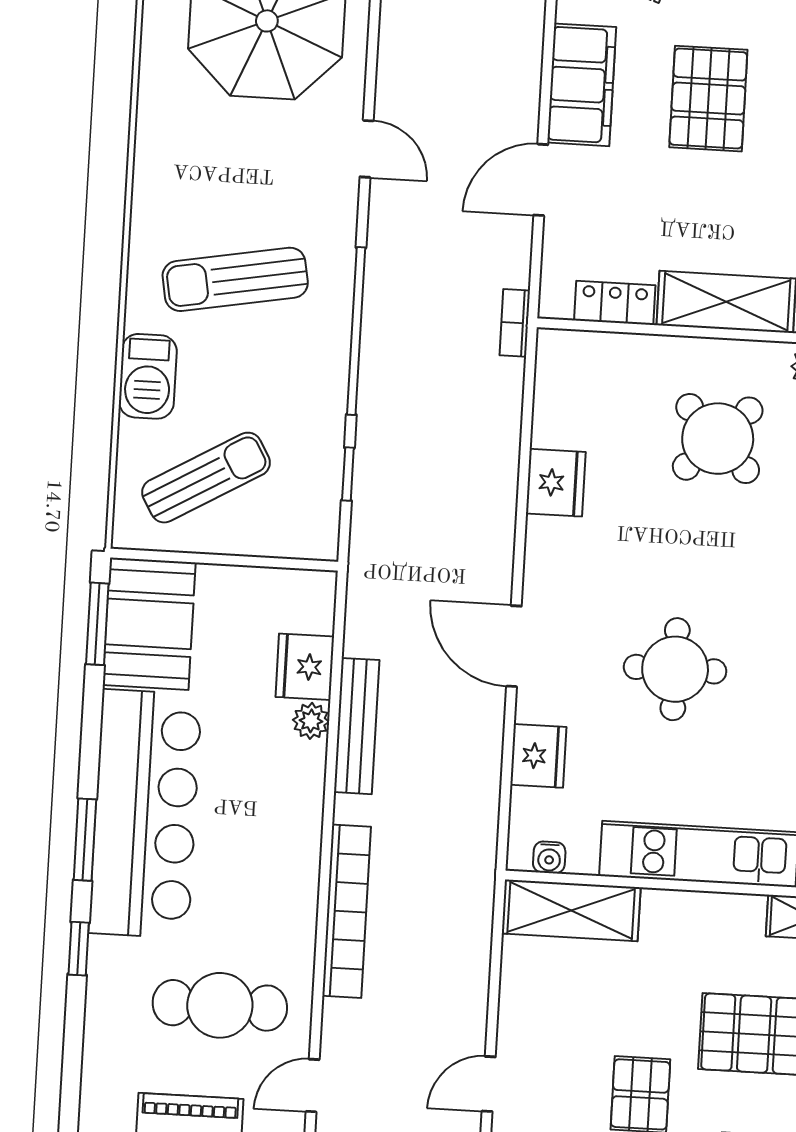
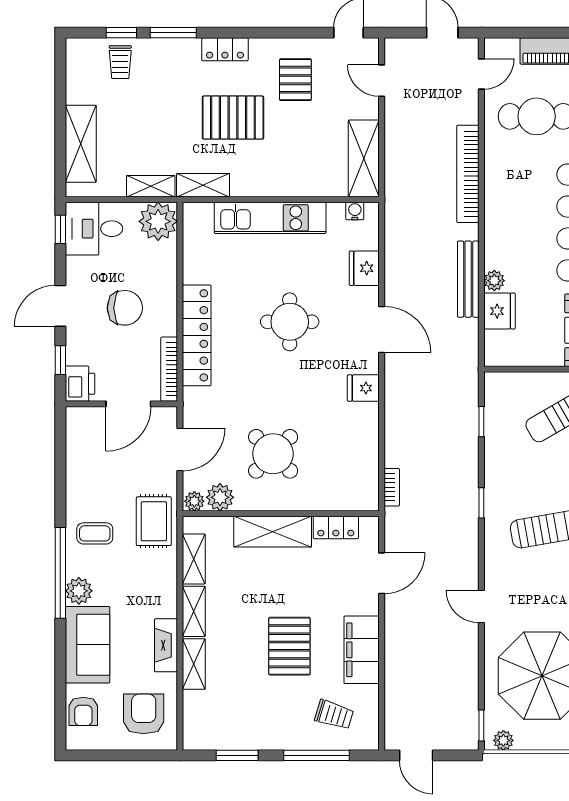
door: (541, 180) -> (382, 573), moved
bookcase: (515, 323) -> (392, 487), moved
window: (356, 331) -> (481, 503), width x0.32
fridge: (556, 483) -> (363, 388), moved, width x0.72
shelving: (571, 910) -> (364, 159), moved, turned 90
door: (489, 1084) -> (382, 81), swing flipped

